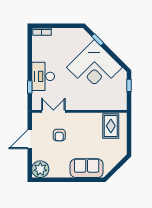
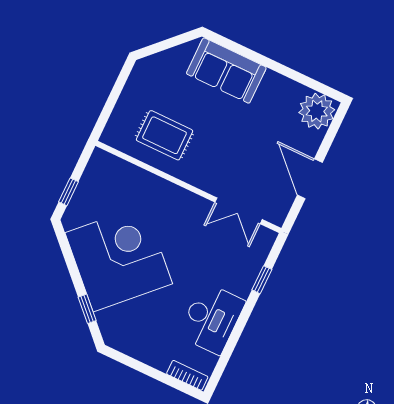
desk: (43, 76) -> (212, 318), moved
rug: (111, 126) -> (165, 135), moved, turned 90
armchair: (59, 135) -> (249, 160), removed
door: (30, 139) -> (310, 179), swing flipped

